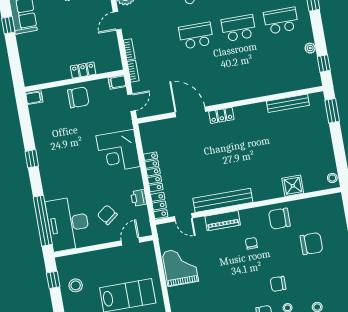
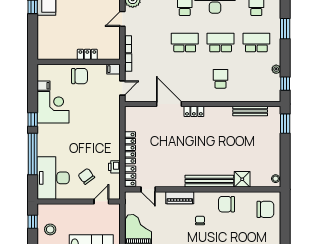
school desk: (246, 71) -> (221, 79), added
filing cabinet: (34, 98) -> (43, 86), moved
corner desk: (118, 151) -> (53, 107), moved, turned 180
bench: (223, 200) -> (209, 181), moved
window: (43, 221) -> (33, 154), moved
chair: (311, 244) -> (265, 209), moved

